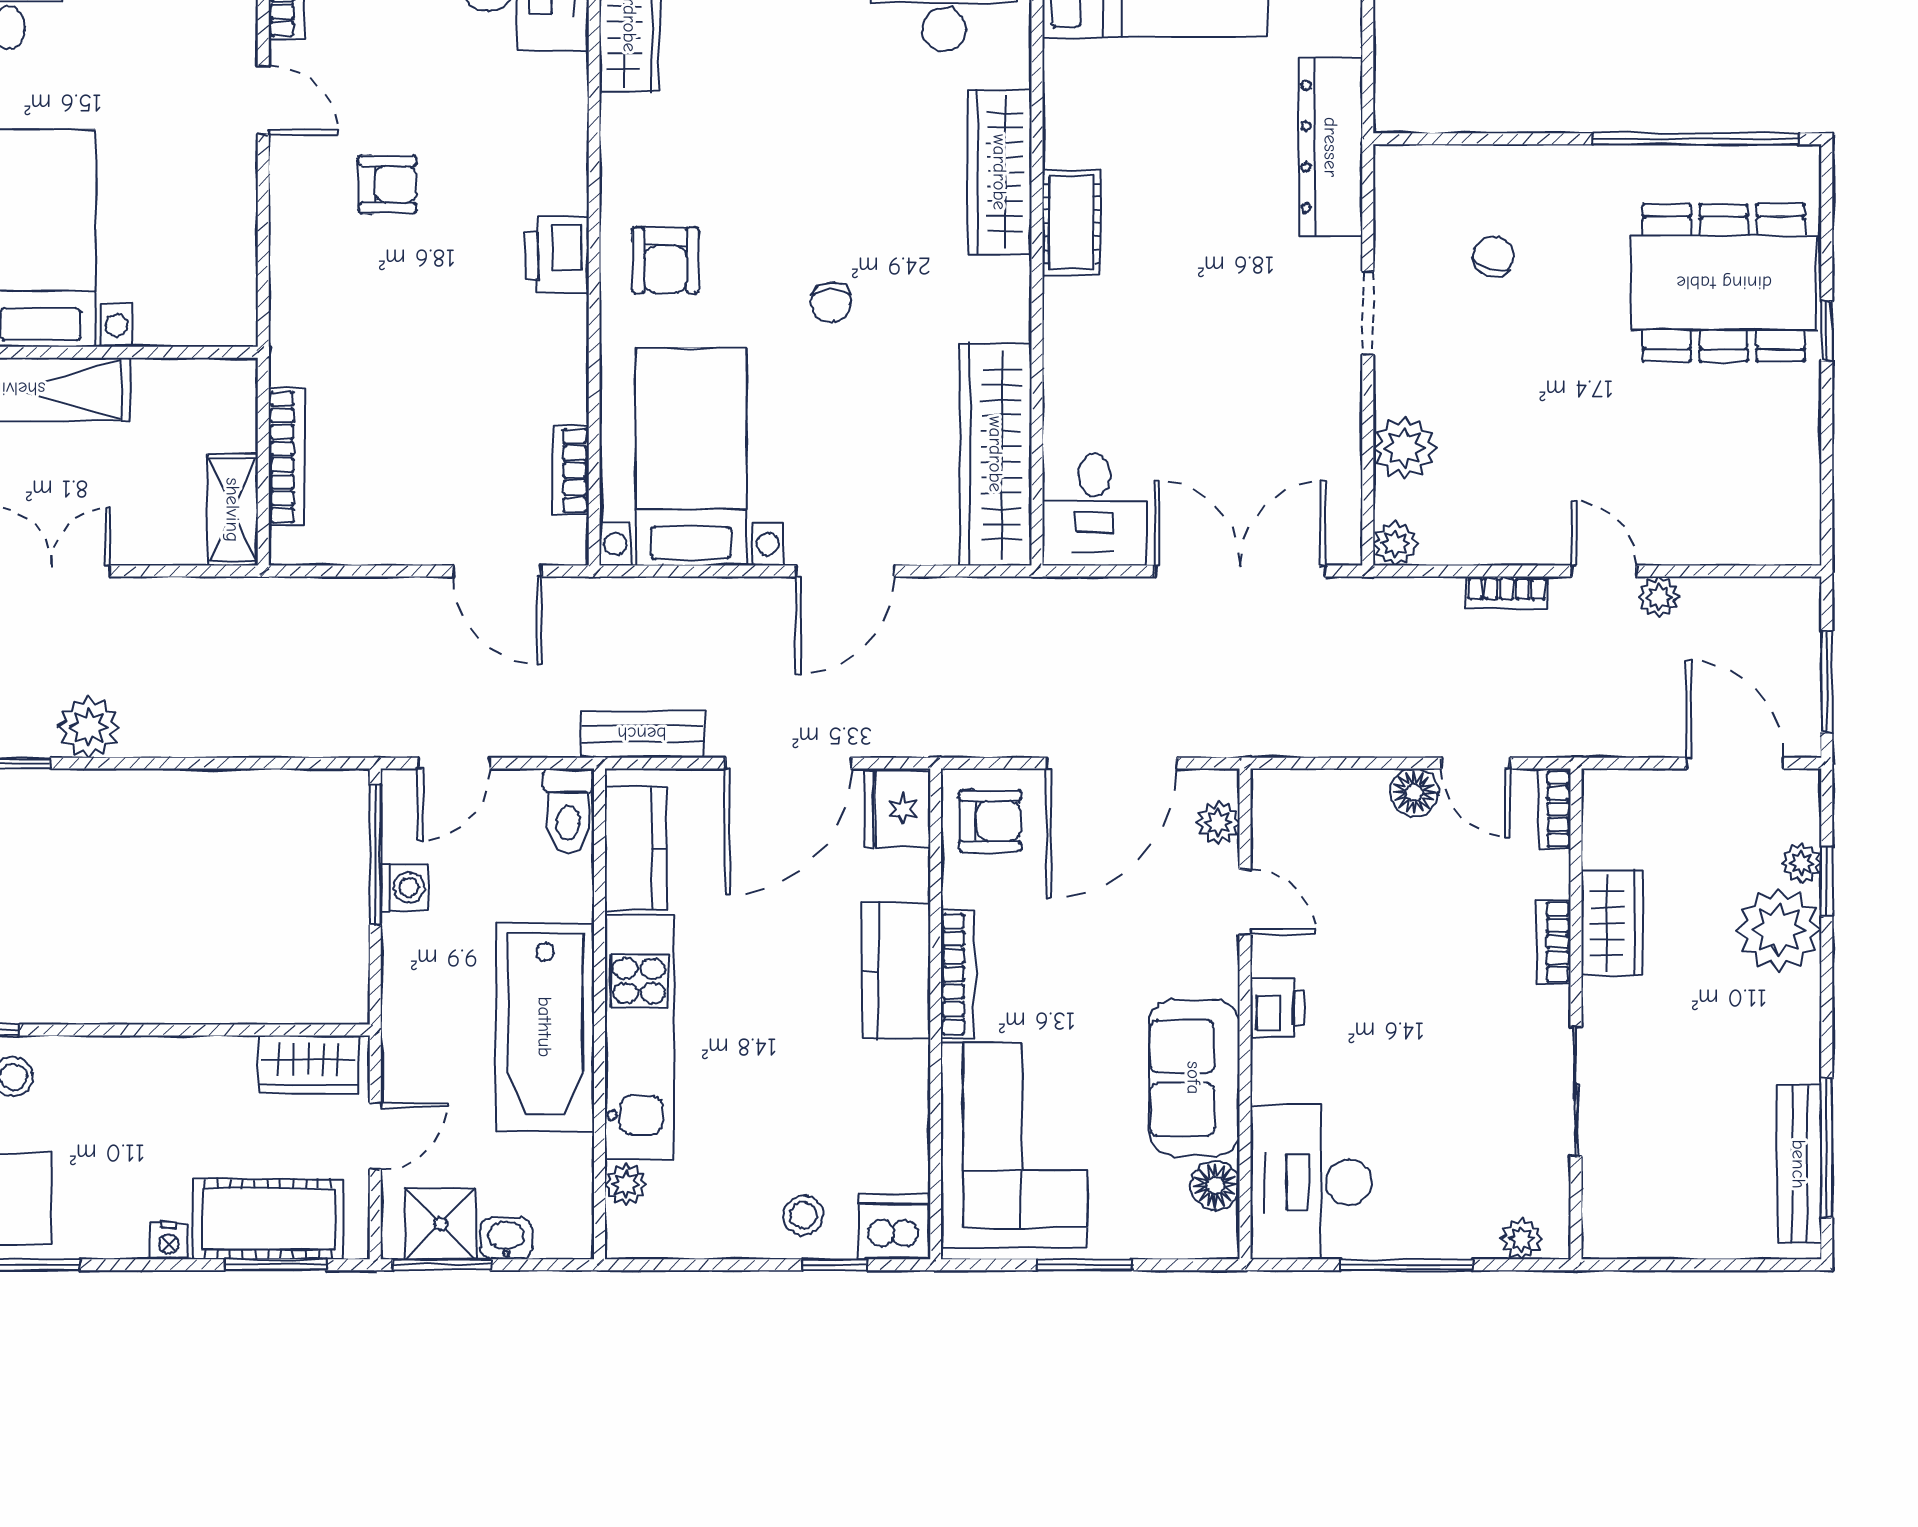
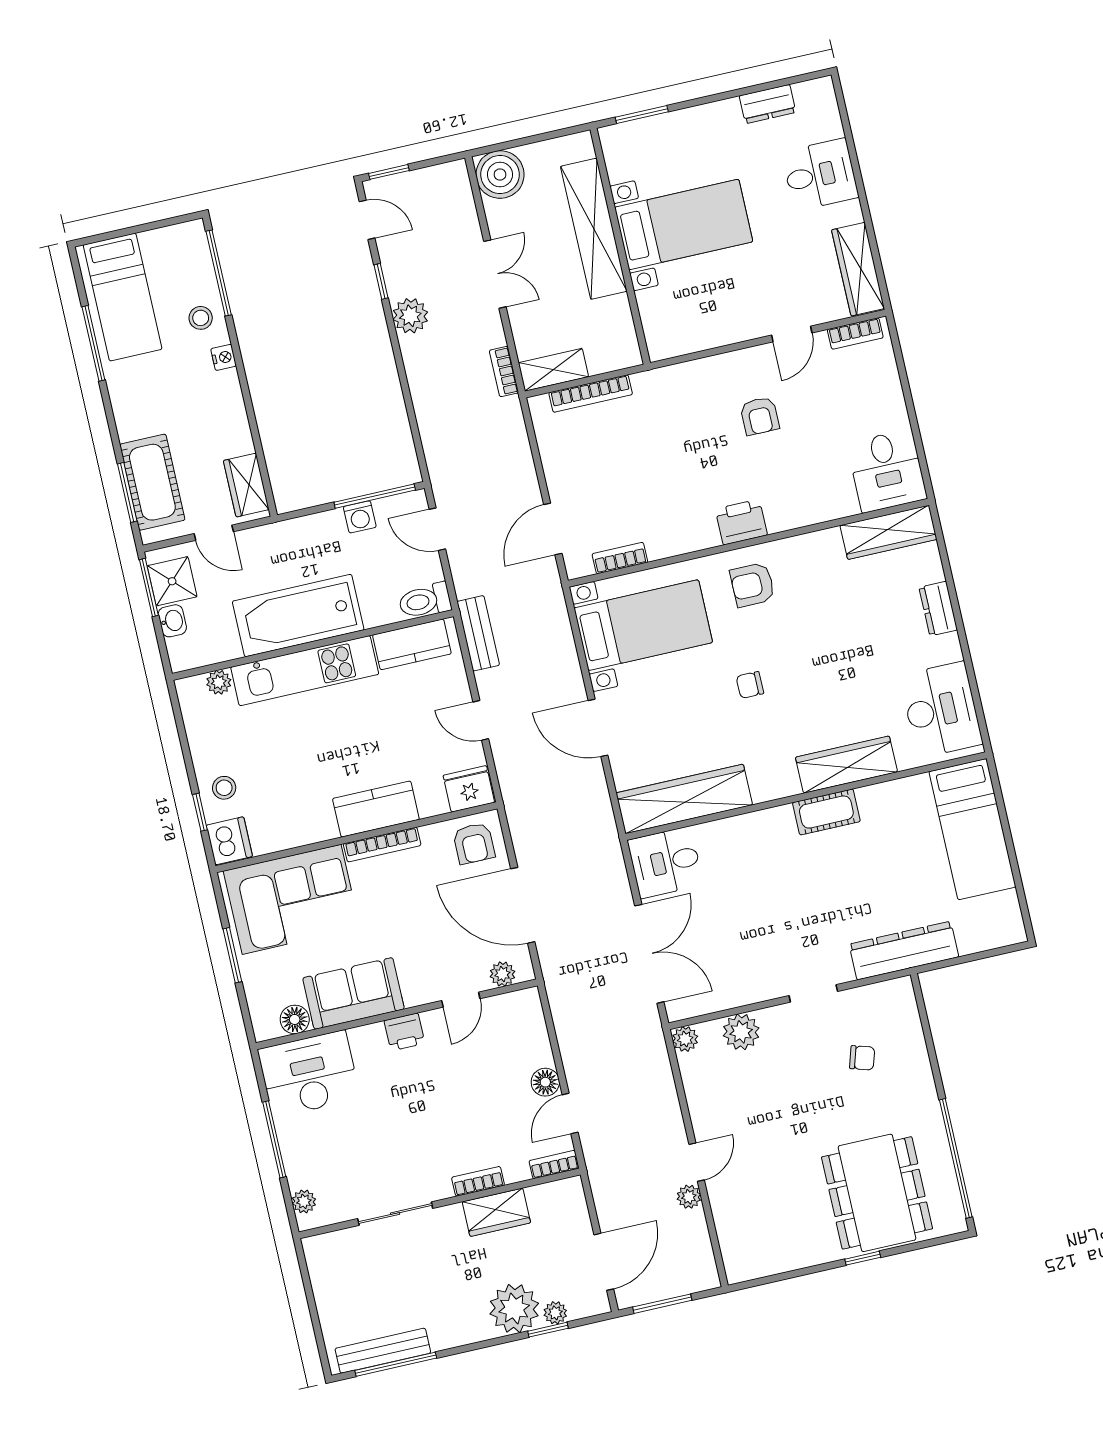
bookcase: (1507, 593) -> (504, 372), moved
door: (788, 763) -> (481, 720), width x0.53
nightstand: (169, 1241) -> (224, 357), moved, turned 180

